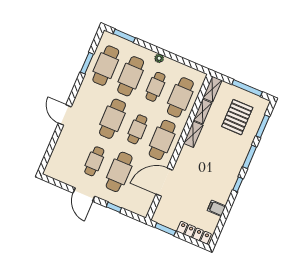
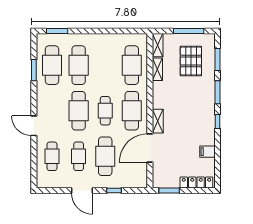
plant: (159, 58) -> (97, 38), removed
cafe table: (155, 87) -> (52, 156), moved
shelving: (193, 134) -> (158, 121), moved

